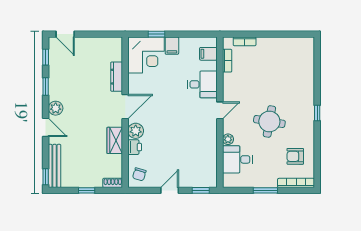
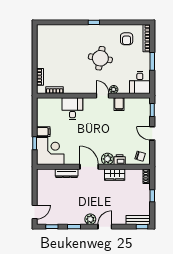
filing cabinet: (208, 54) -> (119, 104), moved
door: (220, 110) -> (102, 96), moved
desk: (237, 159) -> (140, 82), moved
bench: (55, 166) -> (138, 220), width x0.73

